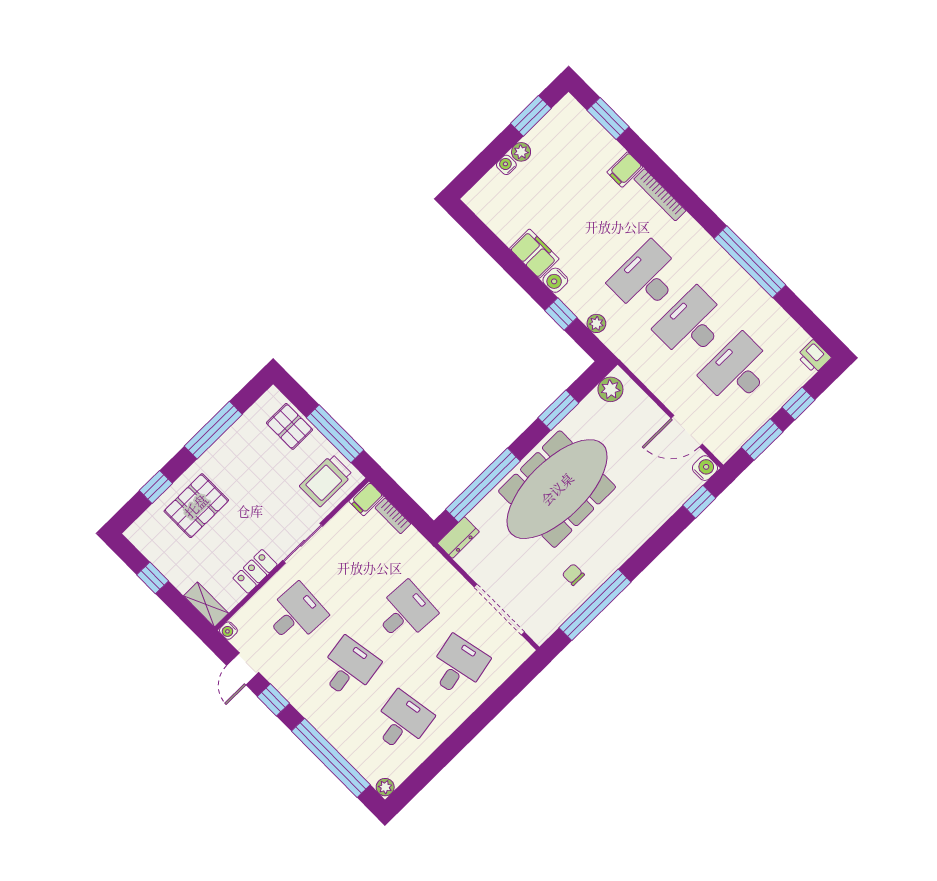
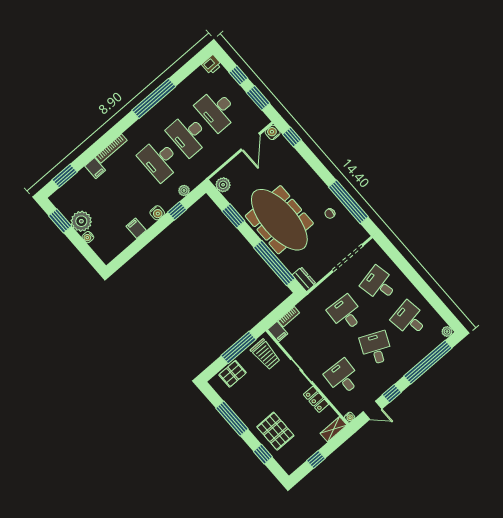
plant: (521, 152) -> (81, 221), width x1.88, depth x1.88
filing cabinet: (534, 254) -> (136, 228), width x0.50
desk: (349, 668) -> (376, 348), turned 33

